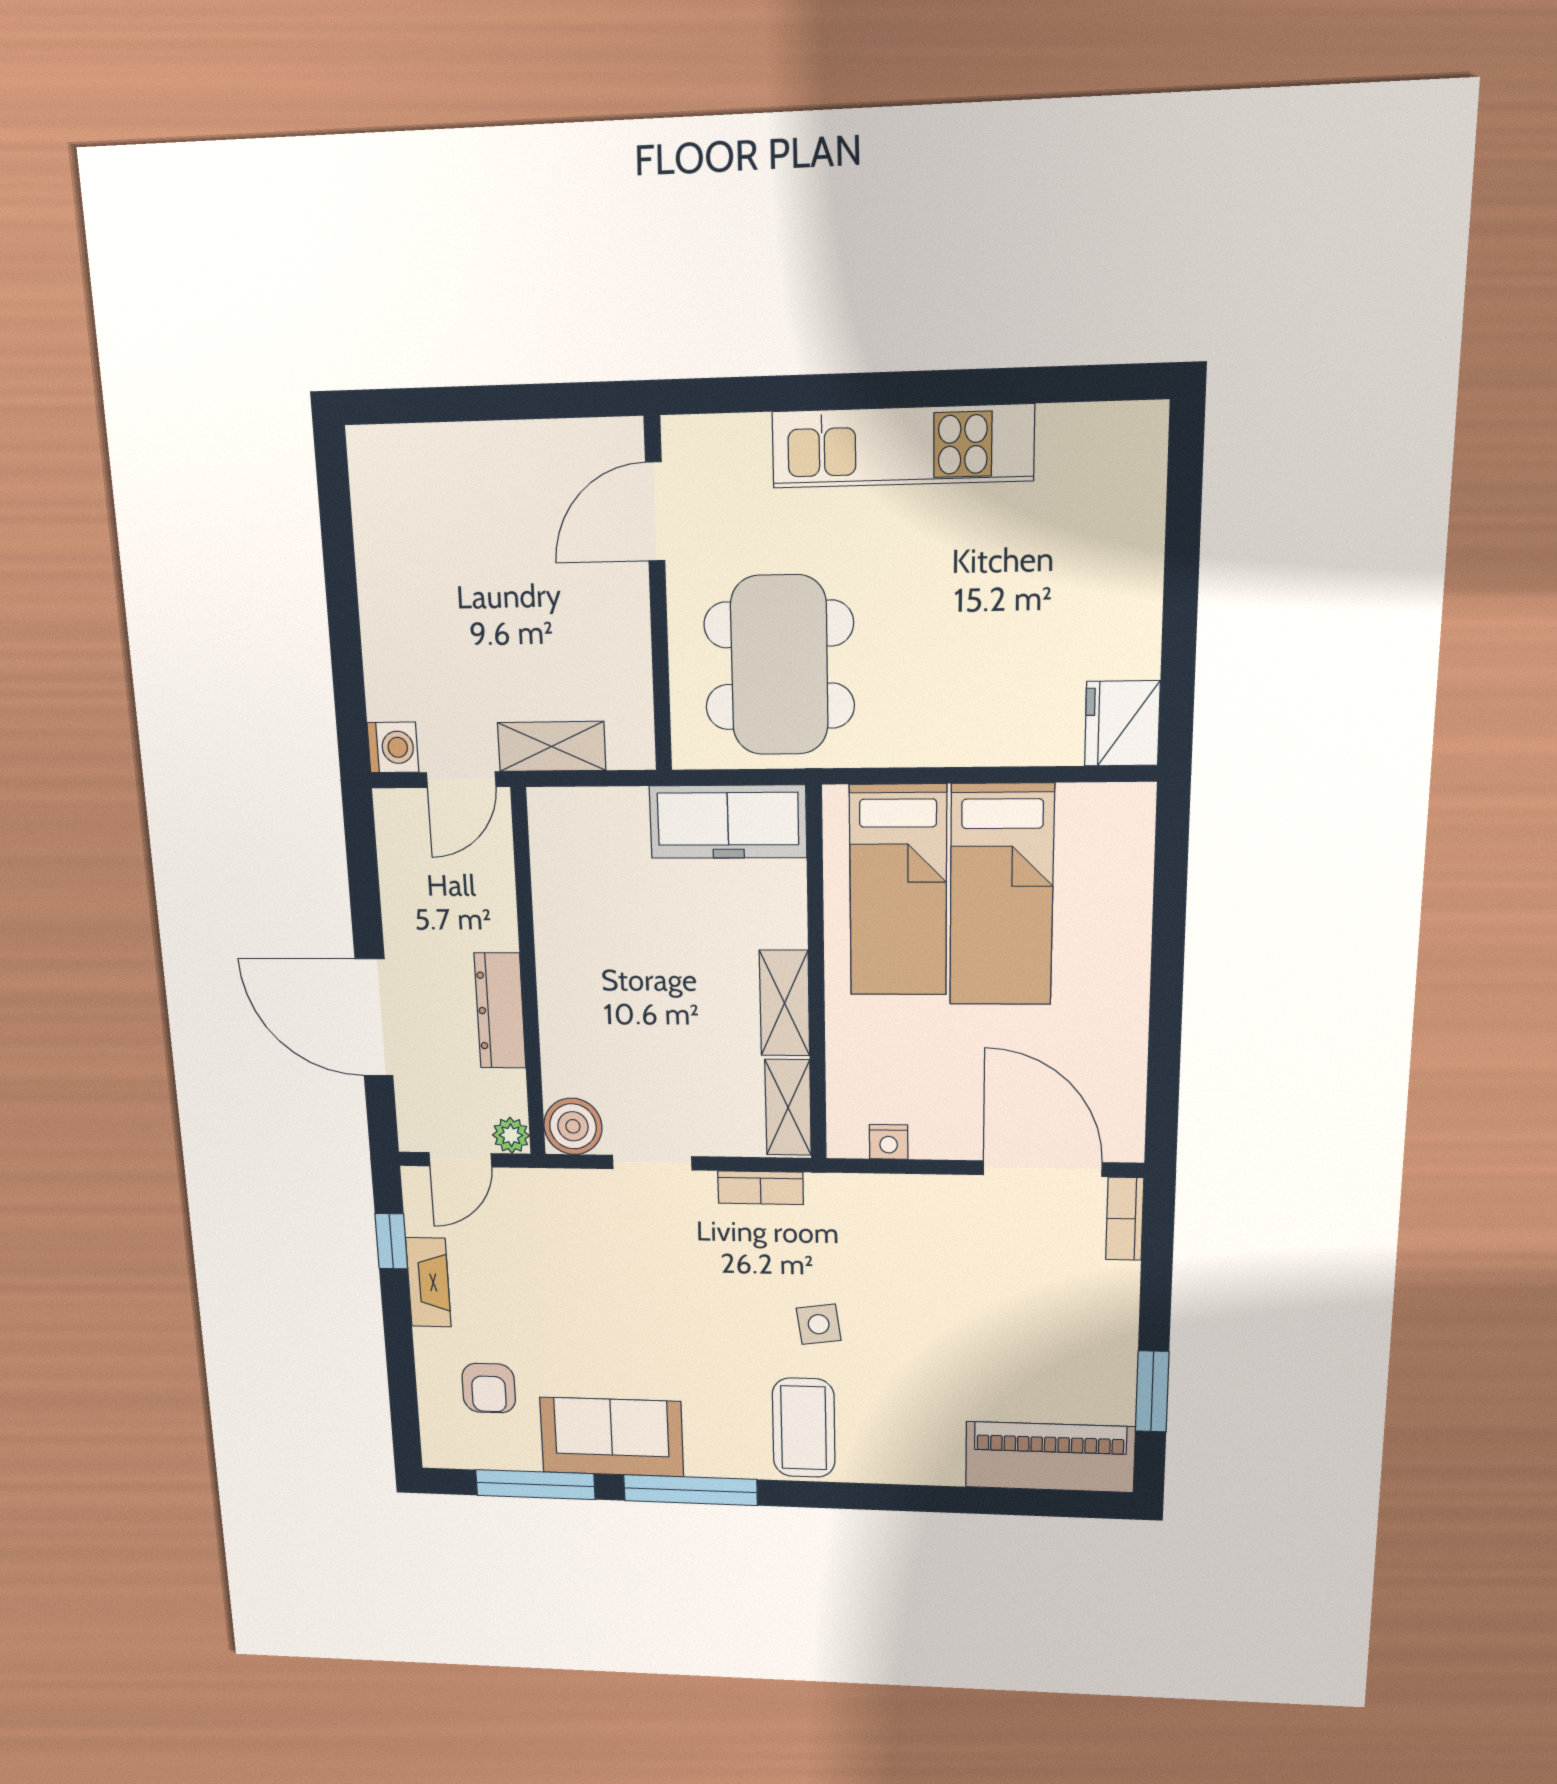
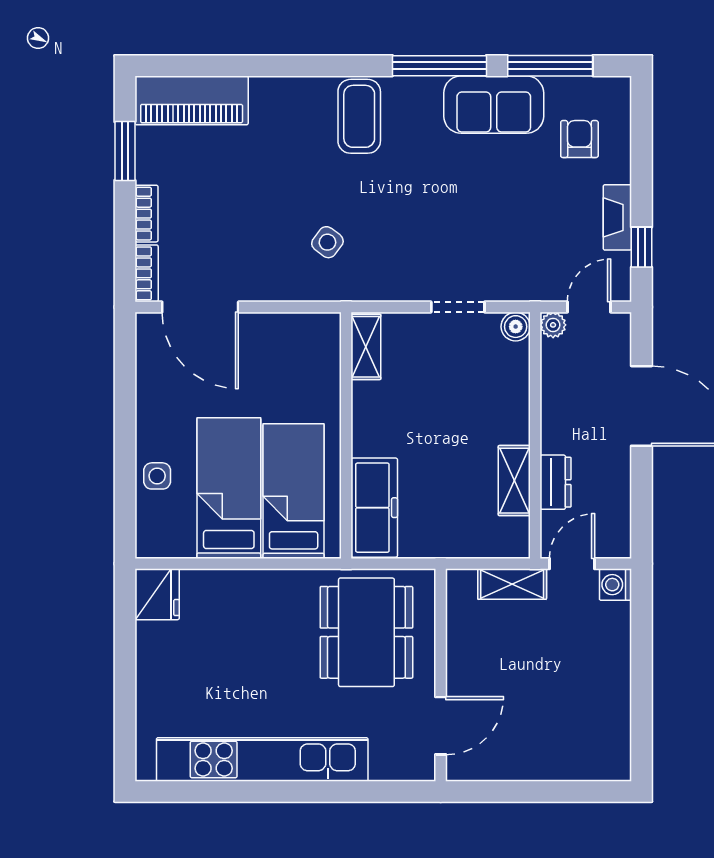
kitchen unit: (902, 446) -> (262, 760), width x1.36
freezer: (728, 822) -> (374, 508), moved, turned 90
side table: (1117, 914) -> (157, 476), added
shelving: (785, 1003) -> (514, 481), moved
dresser: (500, 1011) -> (556, 482), moved, width x0.70
boiler: (573, 1126) -> (516, 327), width x0.73, depth x0.73
nightstand: (889, 1142) -> (300, 324), removed
bookcase: (761, 1188) -> (147, 214), moved, turned 90
side table: (819, 1324) -> (327, 242), moved, turned 45

